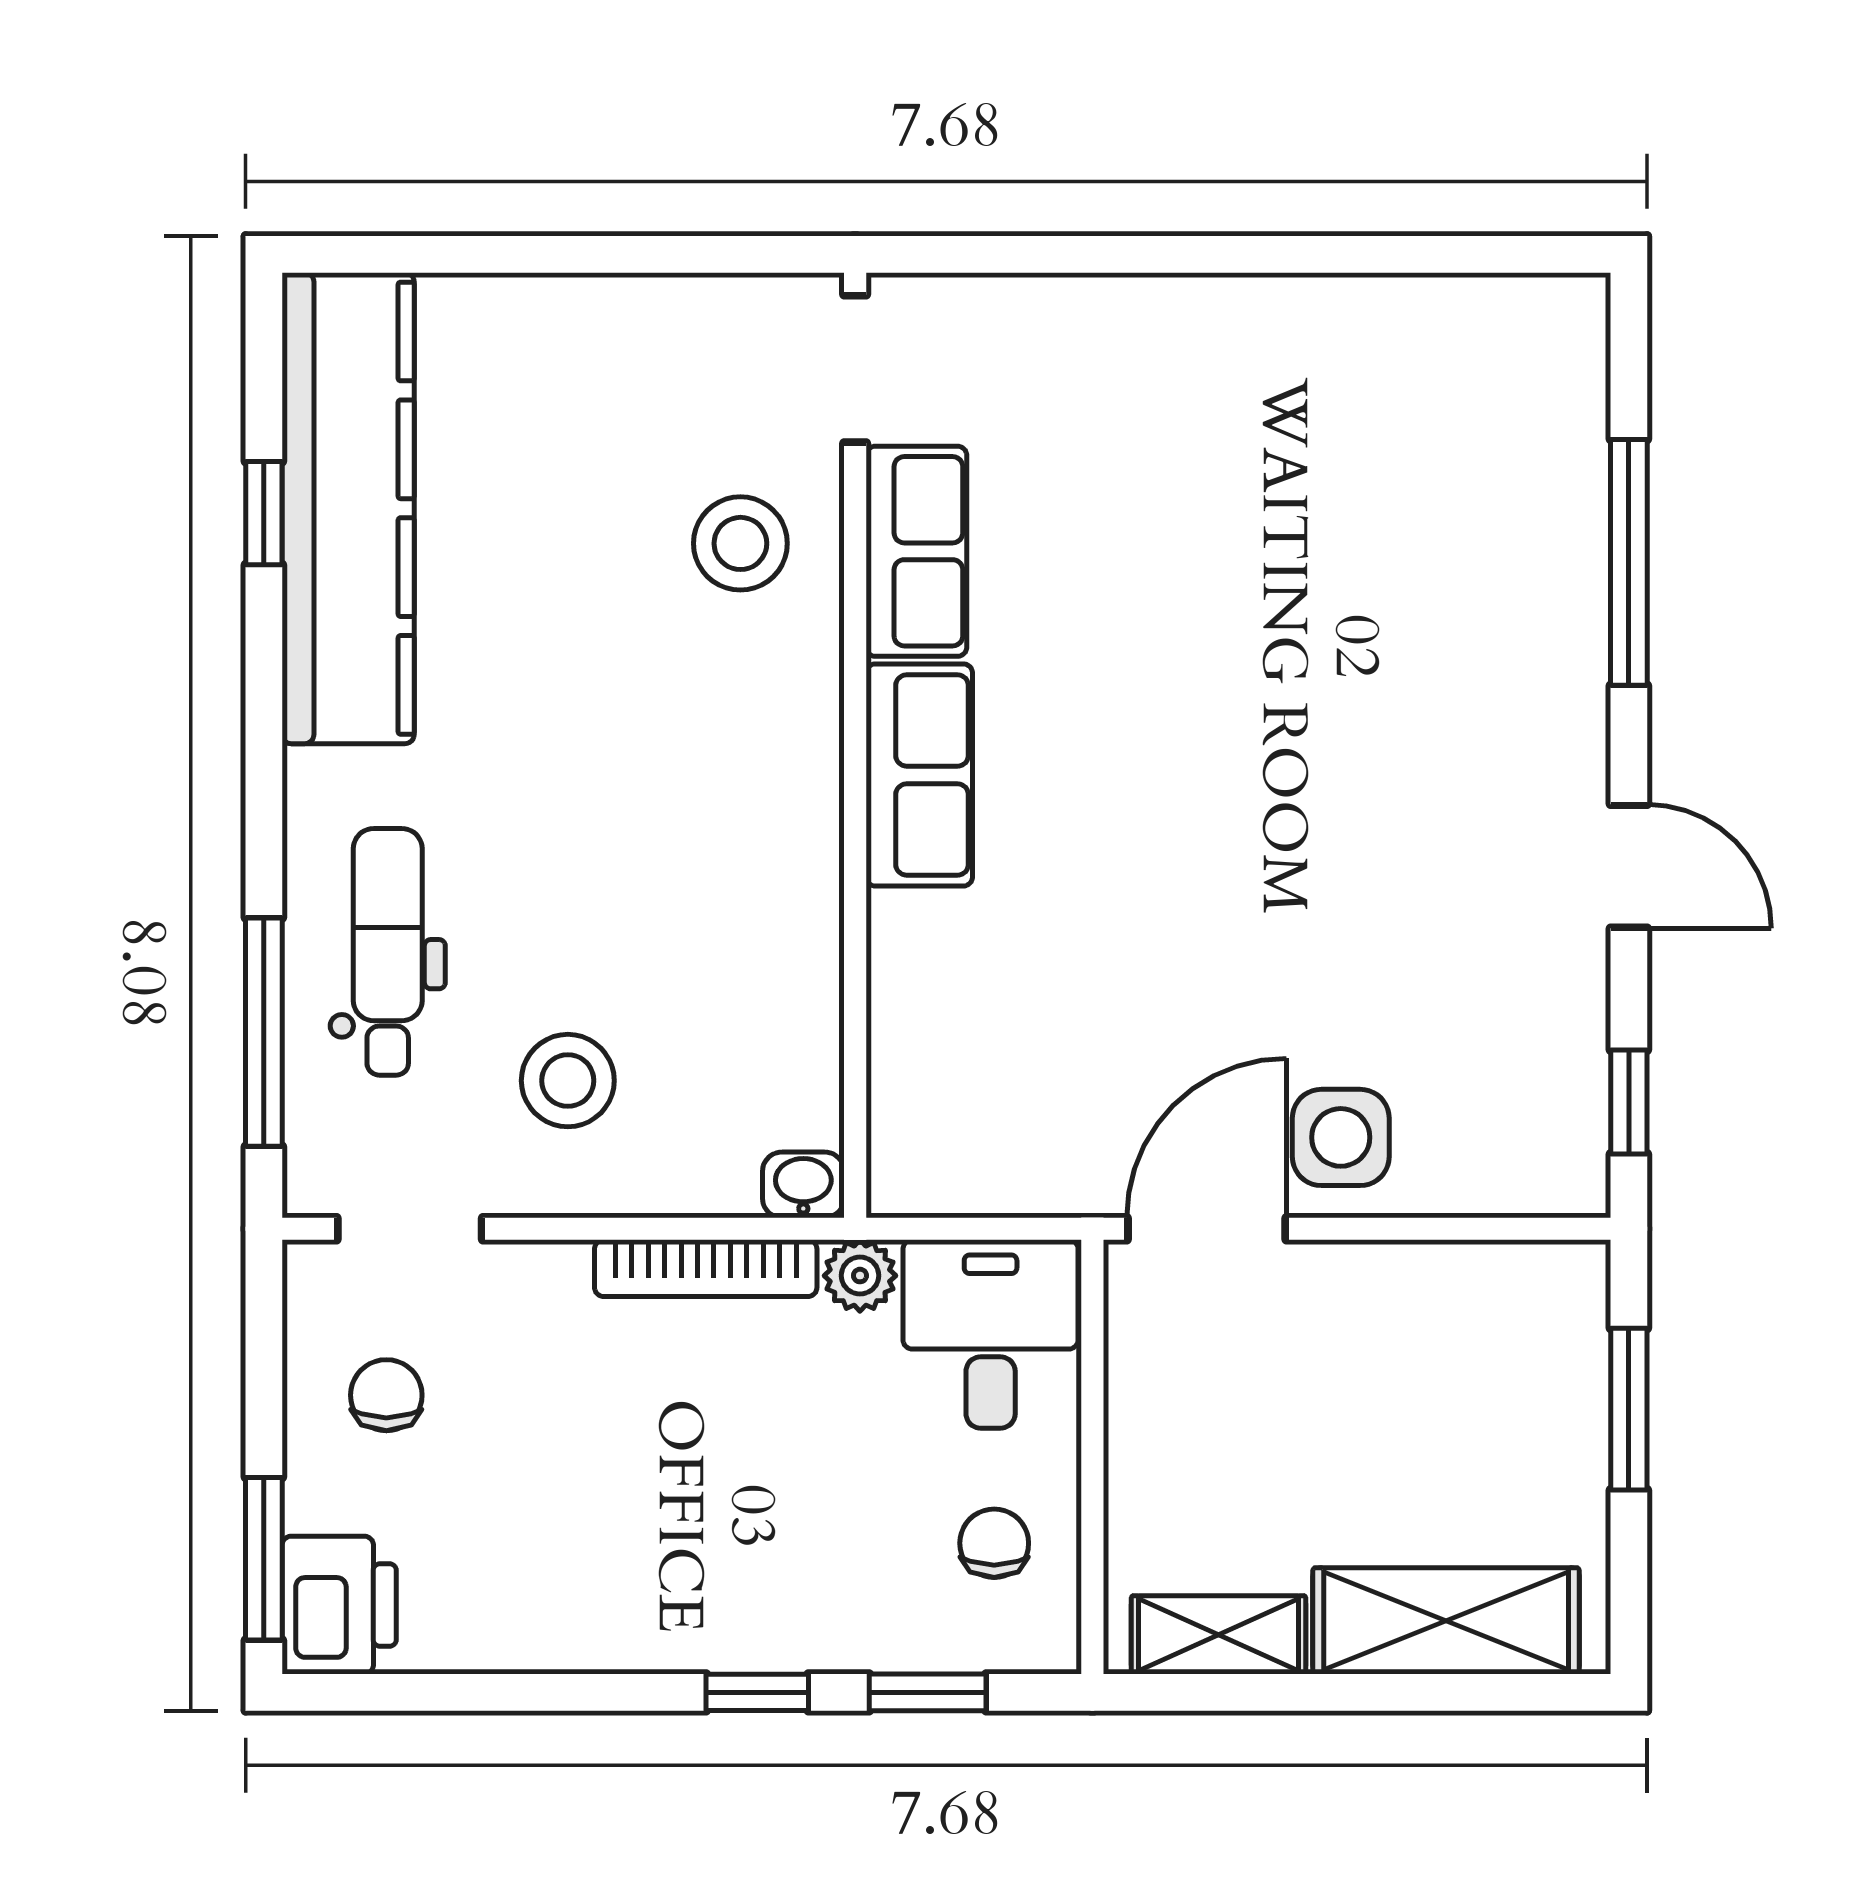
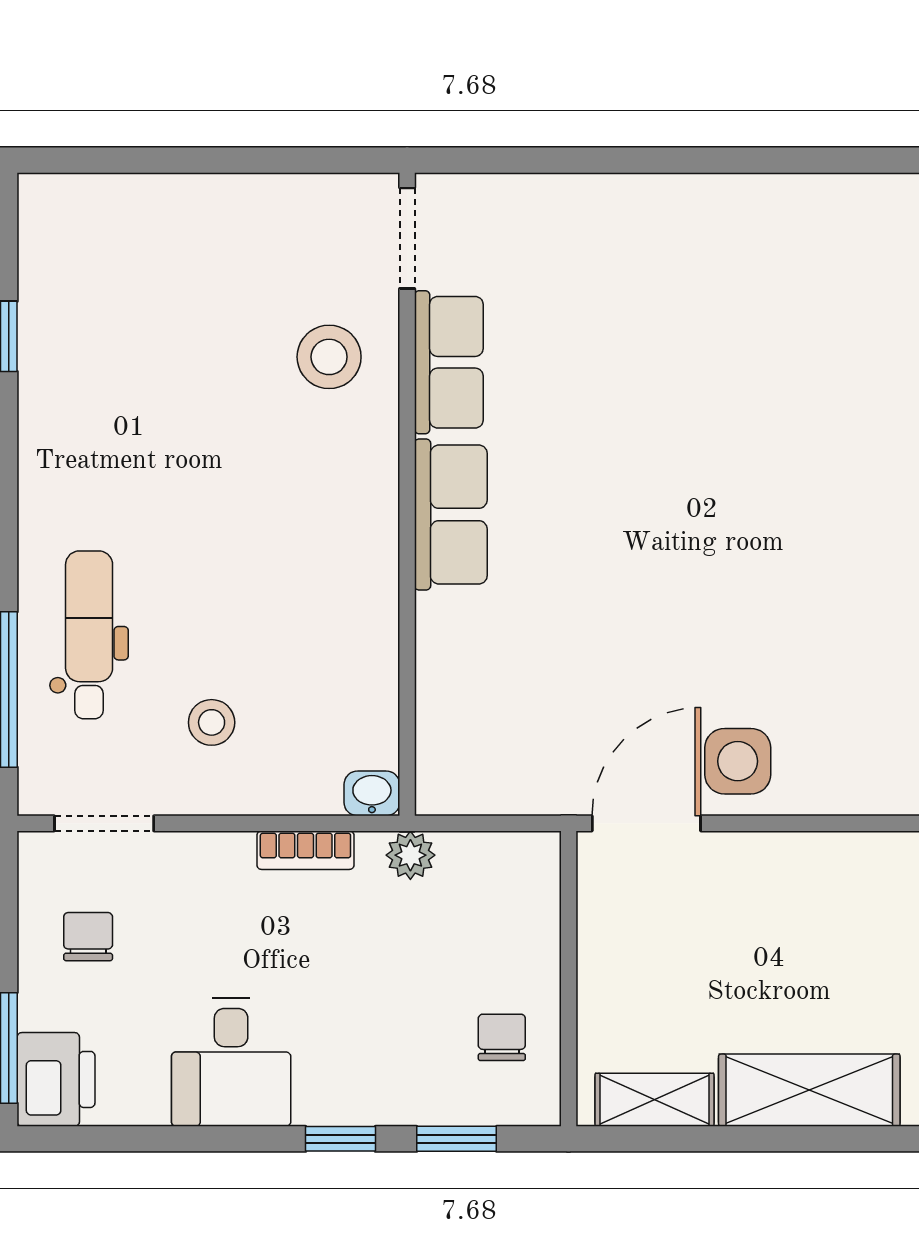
kitchen counter: (348, 508) -> (62, 333), removed
stool: (568, 1081) -> (212, 722), width x0.73, depth x0.73
bookcase: (706, 1268) -> (305, 850), width x0.64
desk: (991, 1334) -> (231, 1062), moved, turned 180

